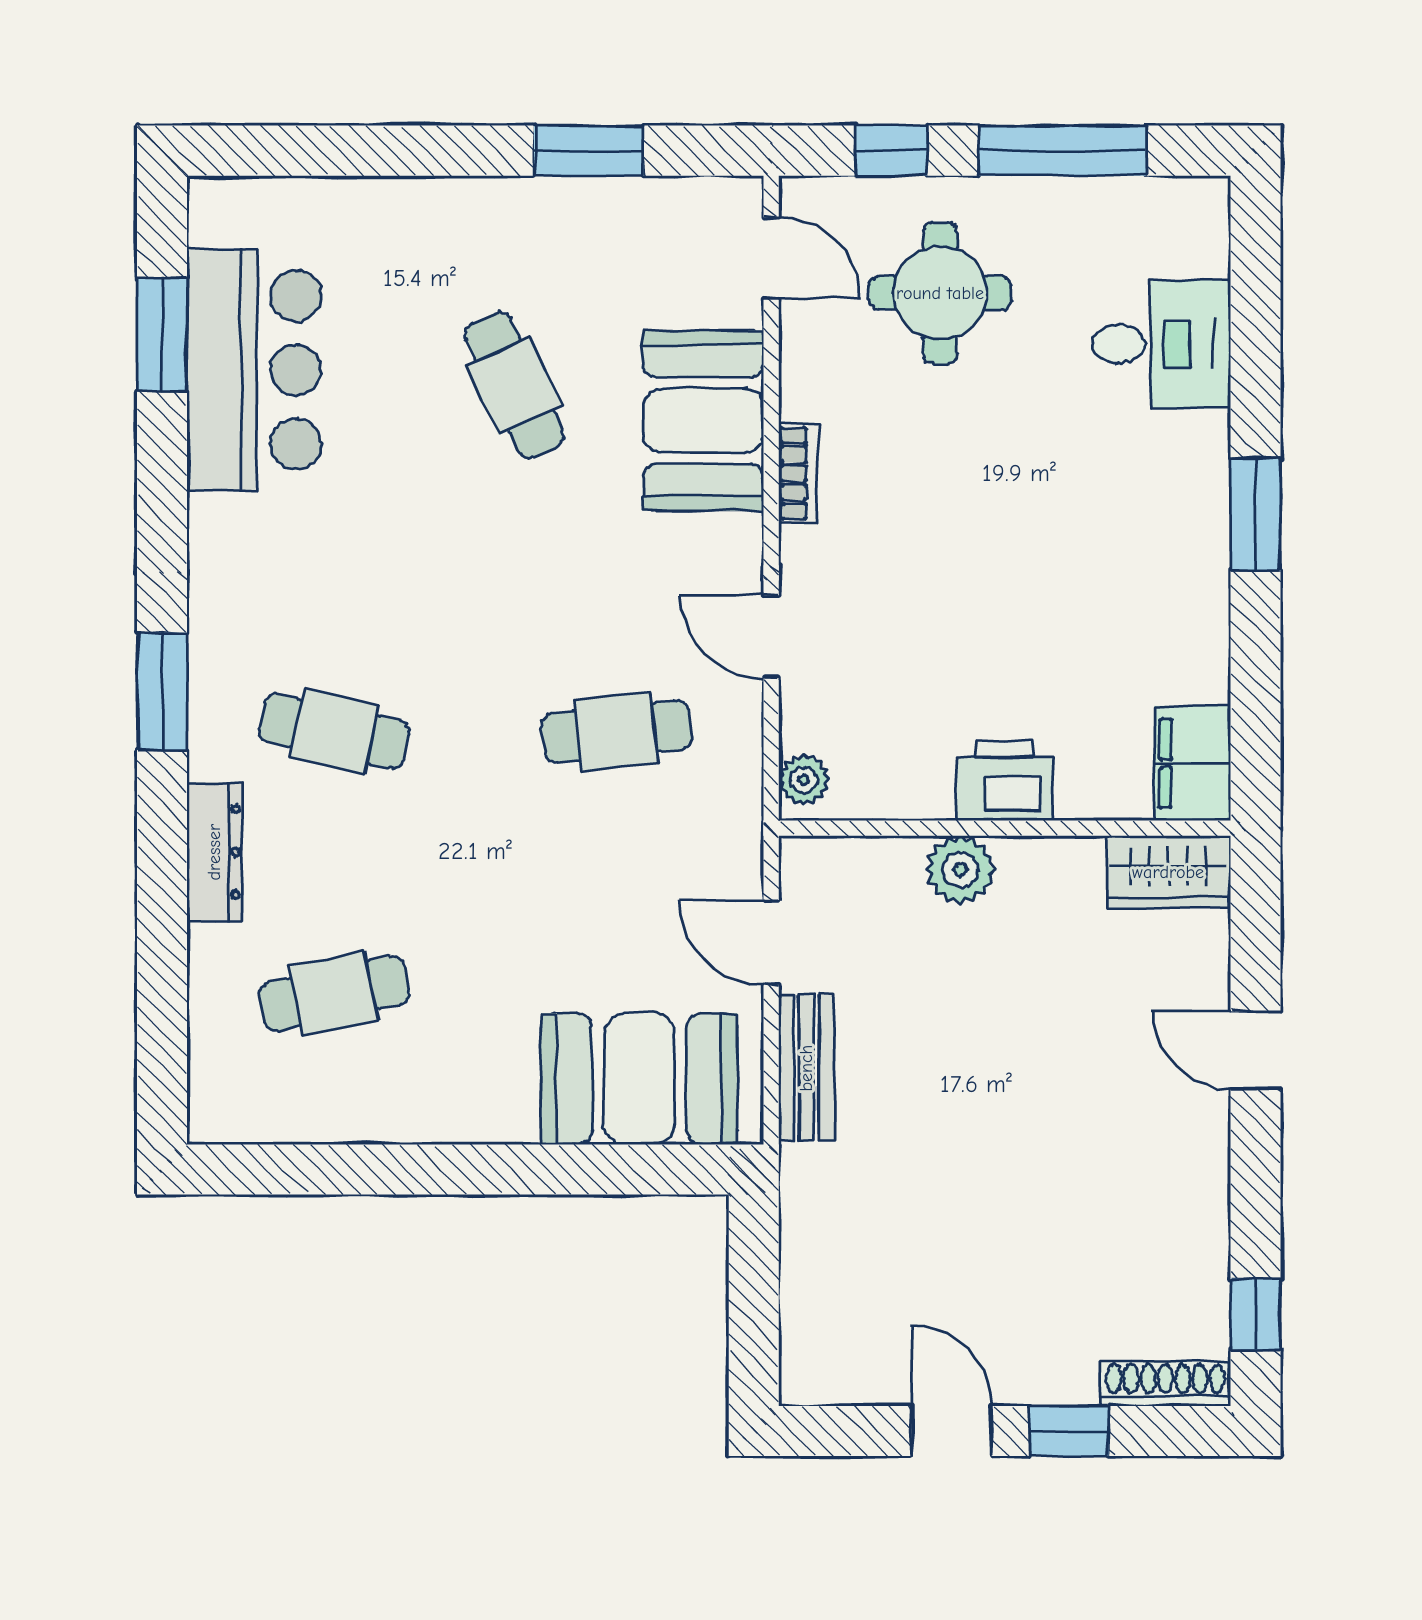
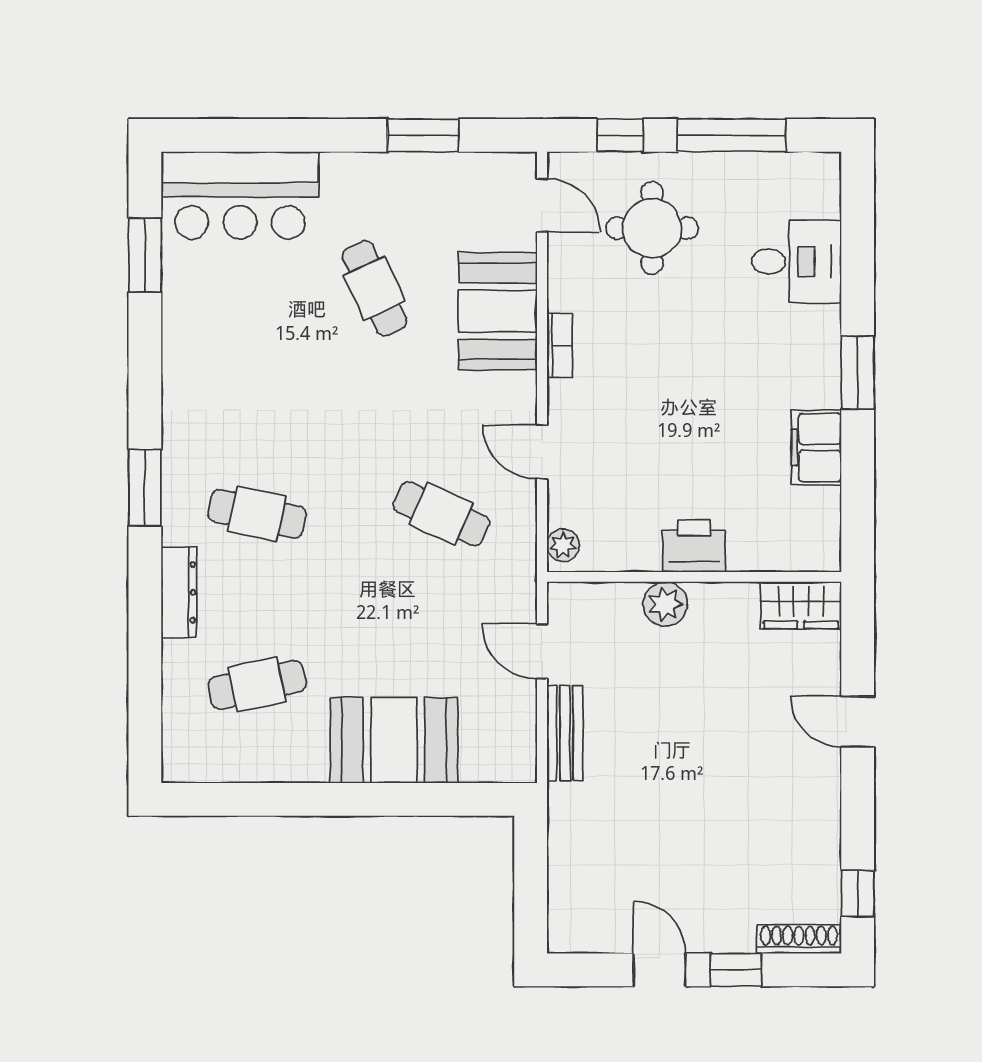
bar counter: (254, 370) -> (240, 195), moved, turned 90
cafe table: (617, 731) -> (441, 514), turned 30
filing cabinet: (1192, 763) -> (816, 447), moved
booth: (639, 1079) -> (394, 740), moved

